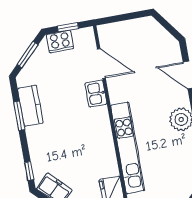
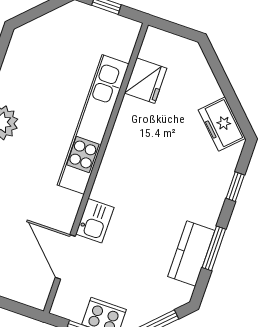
window: (29, 171) -> (235, 187), moved

